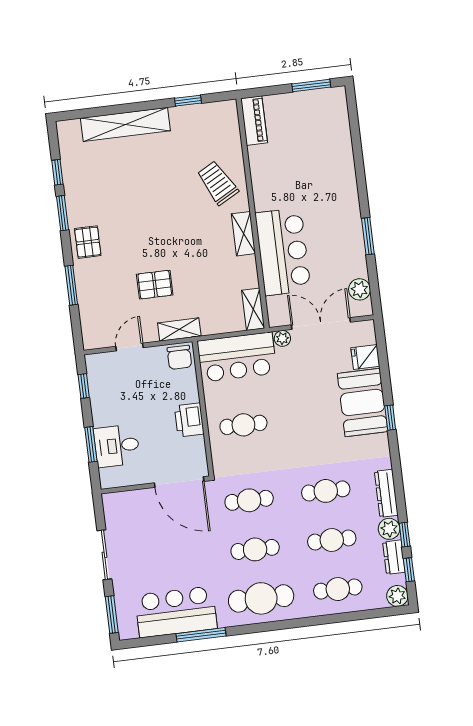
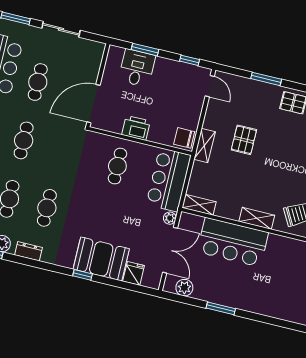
door: (129, 347) -> (210, 86), moved
dresser: (386, 493) -> (29, 251), width x0.70
cafe table: (249, 500) -> (38, 82), moved

